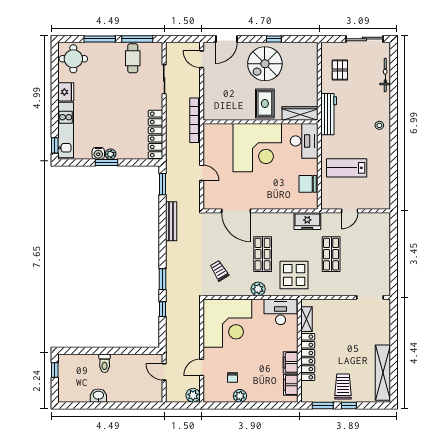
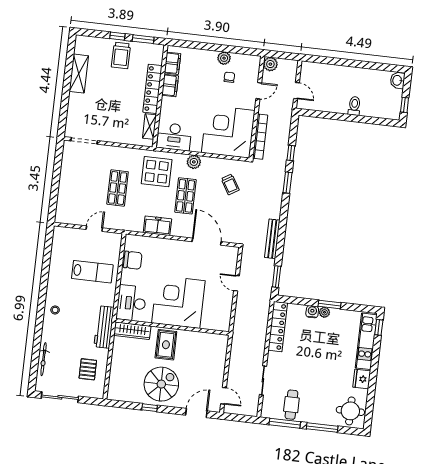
bookcase: (195, 120) -> (260, 137), moved
water cooler: (98, 153) -> (312, 312), moved
freezer: (307, 221) -> (157, 226), moved
shelving: (383, 373) -> (79, 74), width x0.68
washbasin: (98, 396) -> (397, 80), moved, turned 90

